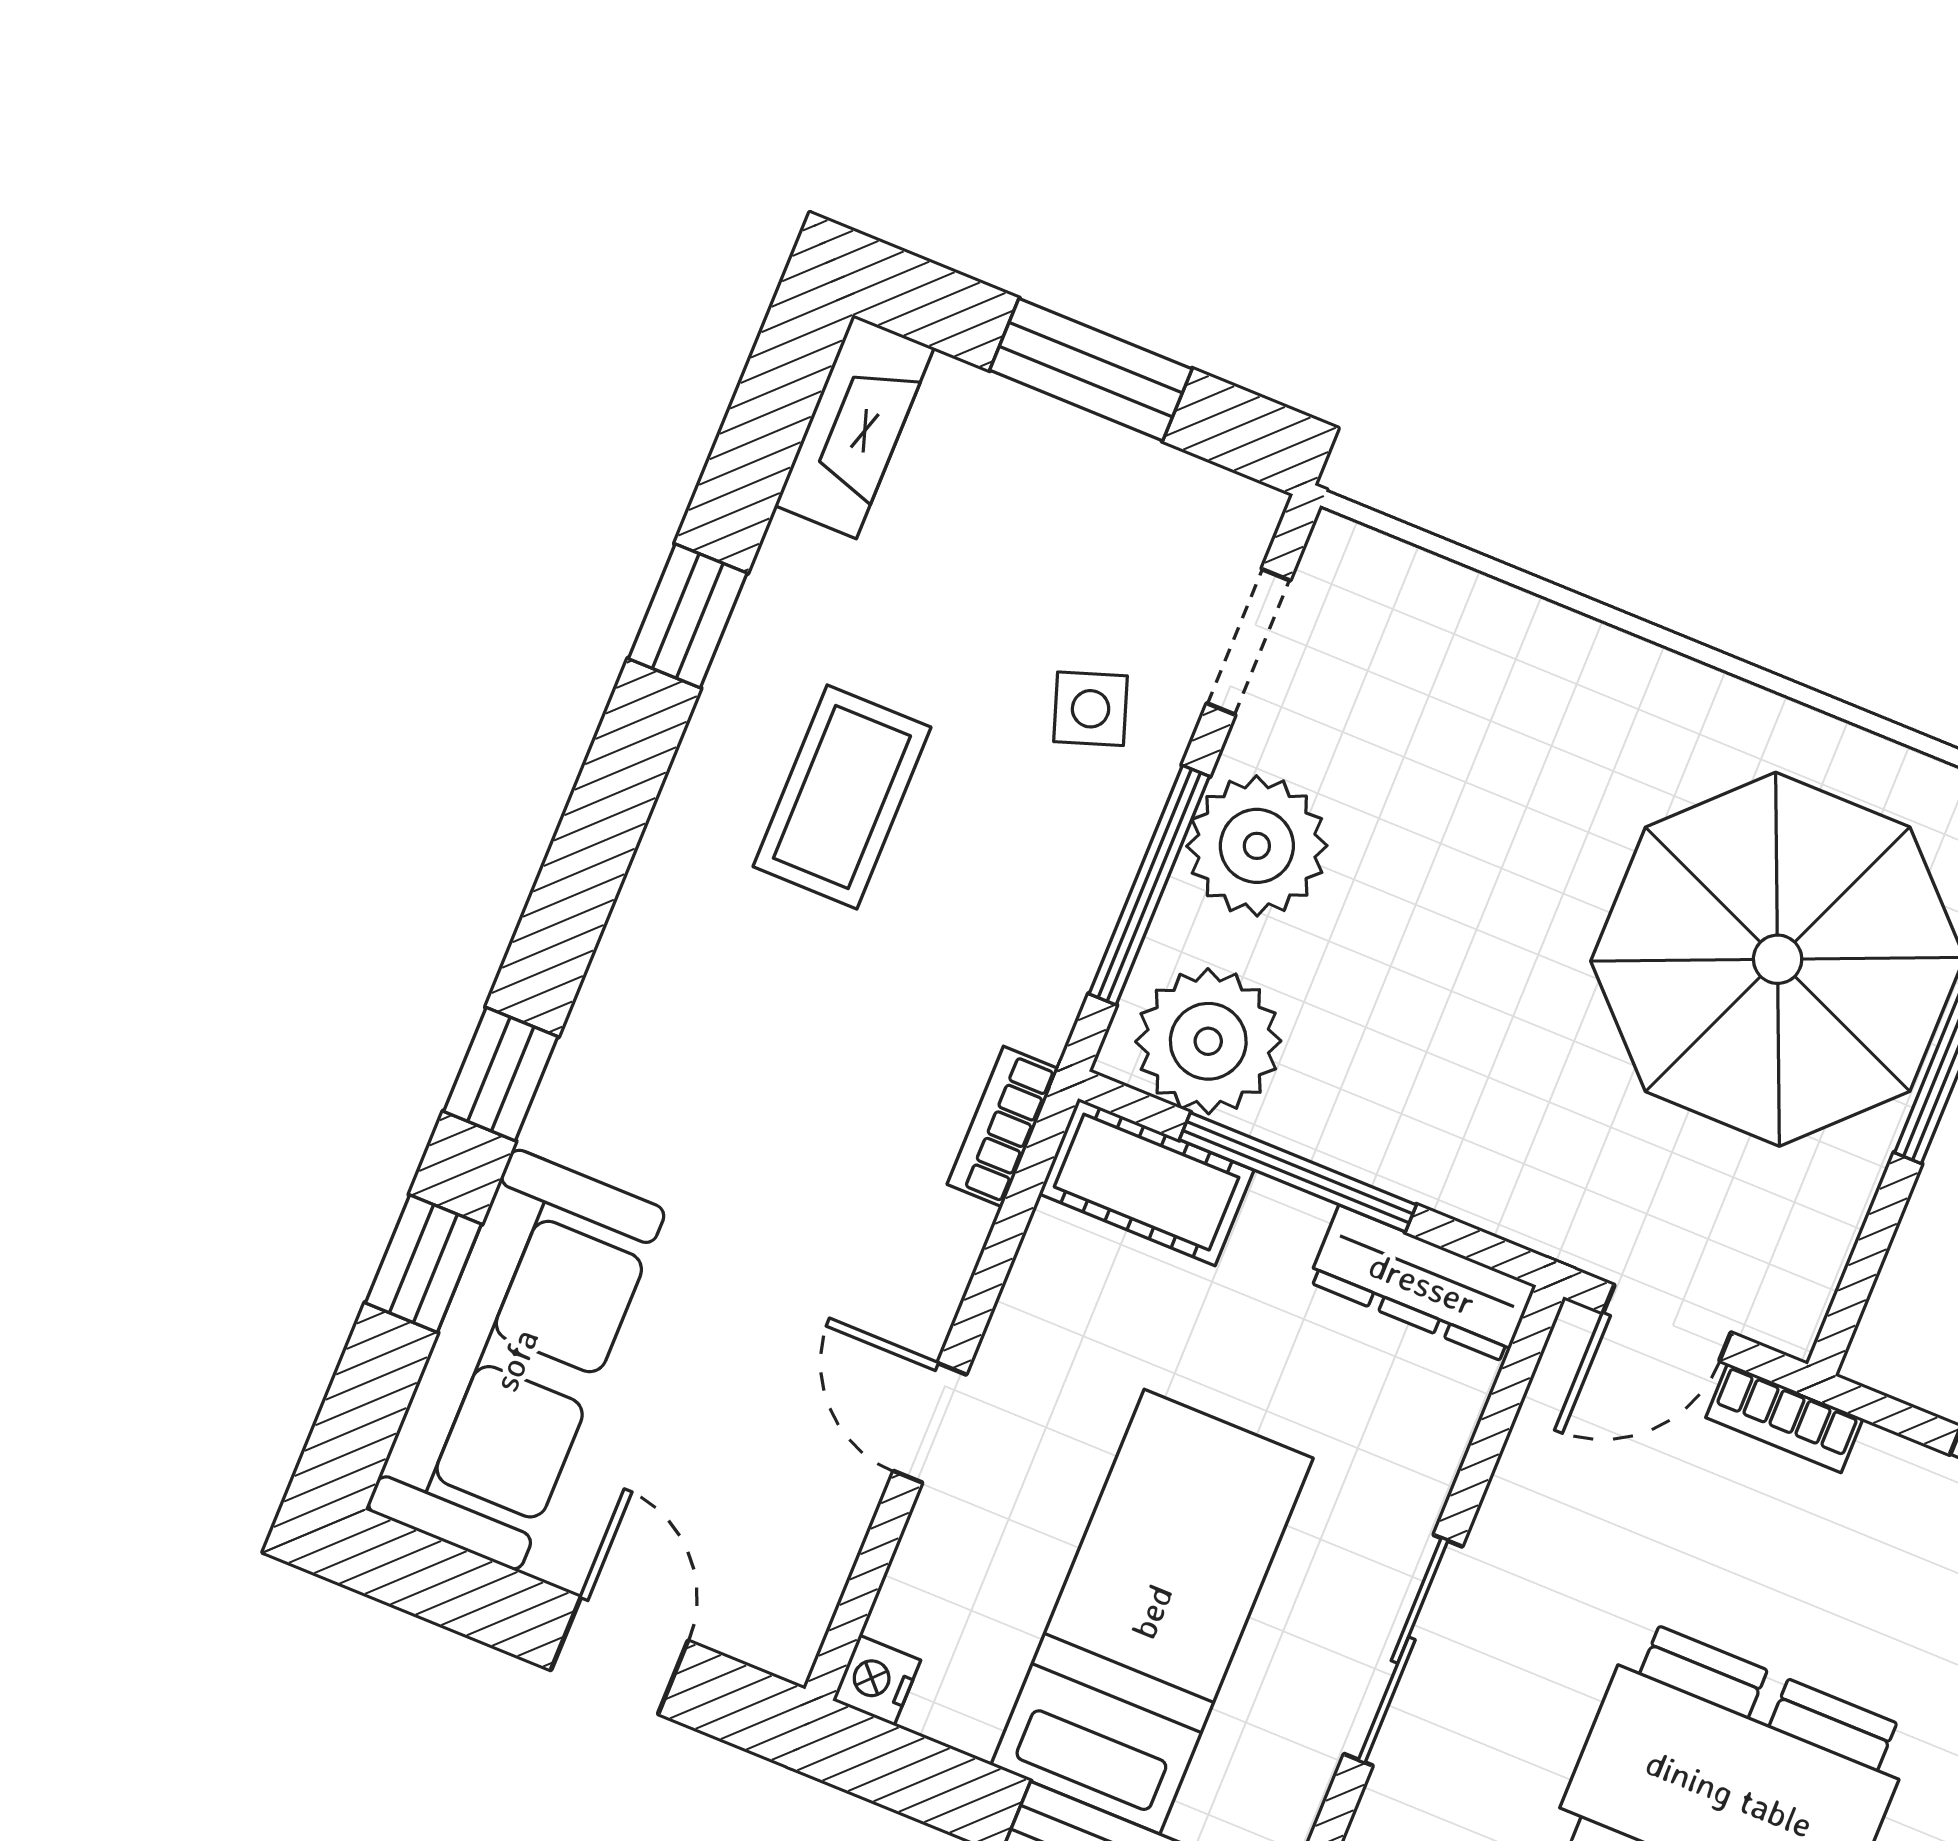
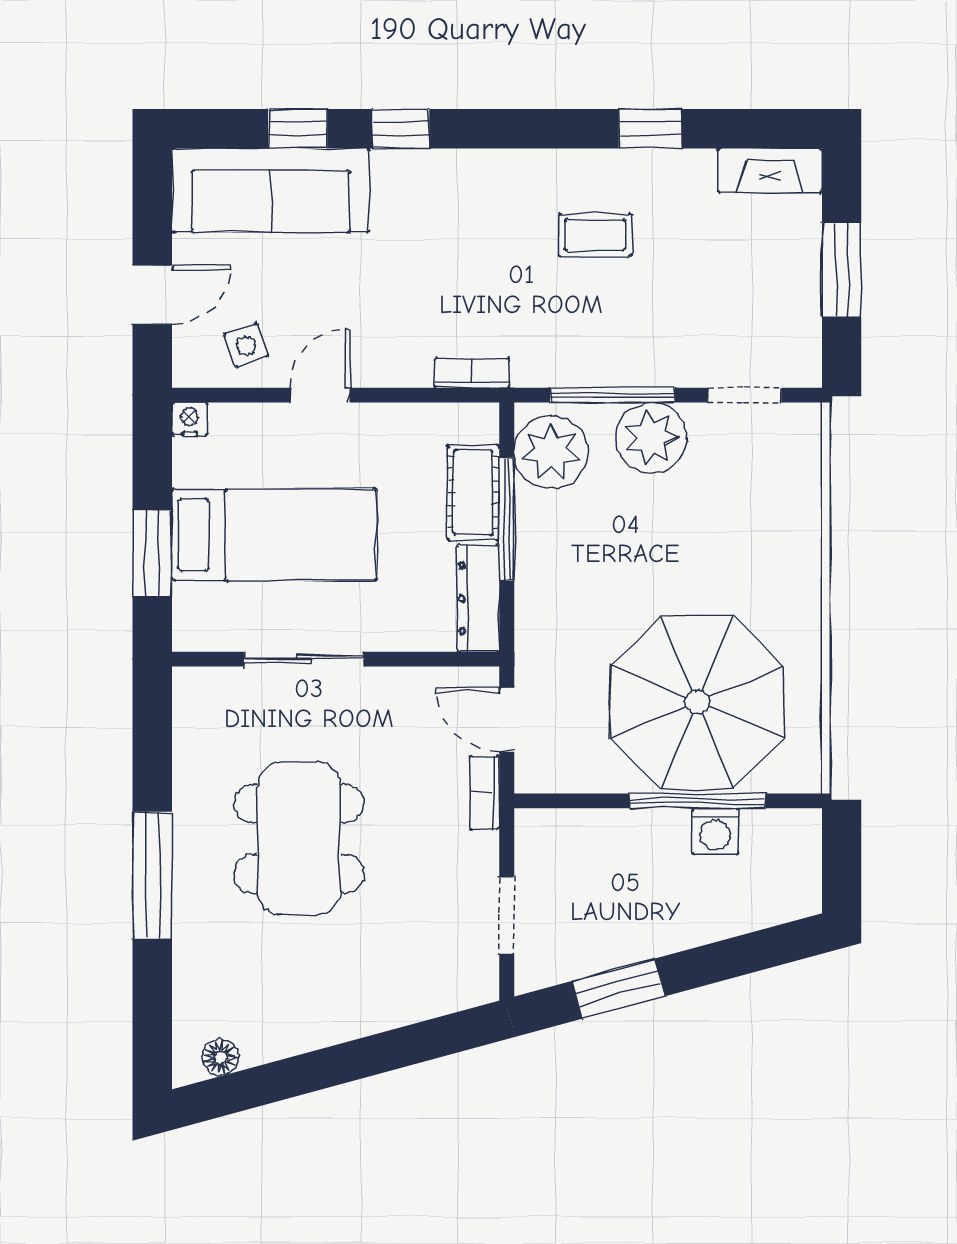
side table: (1091, 709) -> (246, 345), moved
coffee table: (842, 797) -> (595, 235), width x0.73, depth x0.77
cot: (1147, 1182) -> (473, 493), moved

